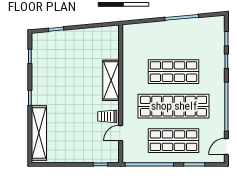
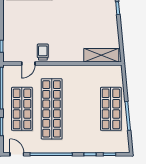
shop shelf: (174, 72) -> (111, 109), moved
shelving: (111, 80) -> (101, 55), moved
door: (121, 133) -> (28, 63), swing flipped

